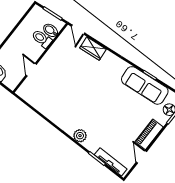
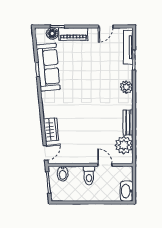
toilet: (42, 39) -> (89, 175), moved
door: (31, 70) -> (105, 165), swing flipped
plant: (35, 97) -> (124, 145), added
bench: (51, 115) -> (128, 123), added
piano: (149, 134) -> (73, 34), moved

